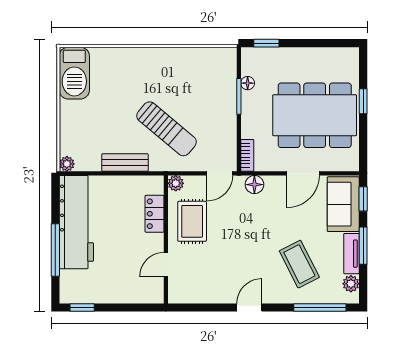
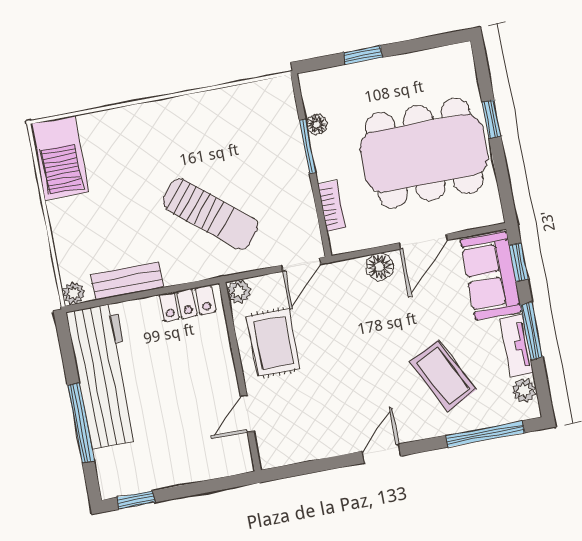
window: (266, 43) -> (363, 55), moved
bookcase: (247, 155) -> (332, 206), moved
bench: (125, 163) -> (127, 281), moved
floor lamp: (254, 185) -> (380, 267), moved
locker: (154, 214) -> (187, 303), moved, turned -90

